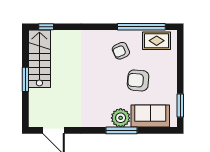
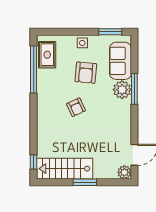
armchair: (121, 51) -> (76, 107), moved
side table: (169, 77) -> (82, 43), added
plant: (36, 120) -> (124, 172), added

